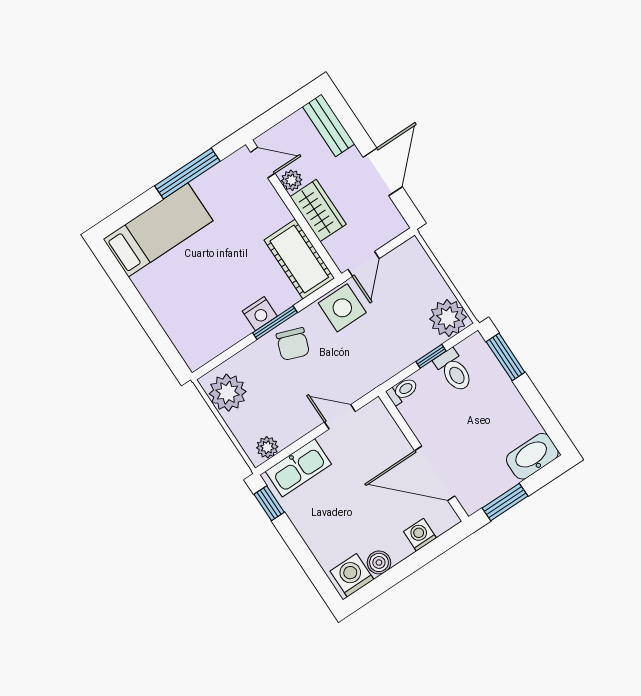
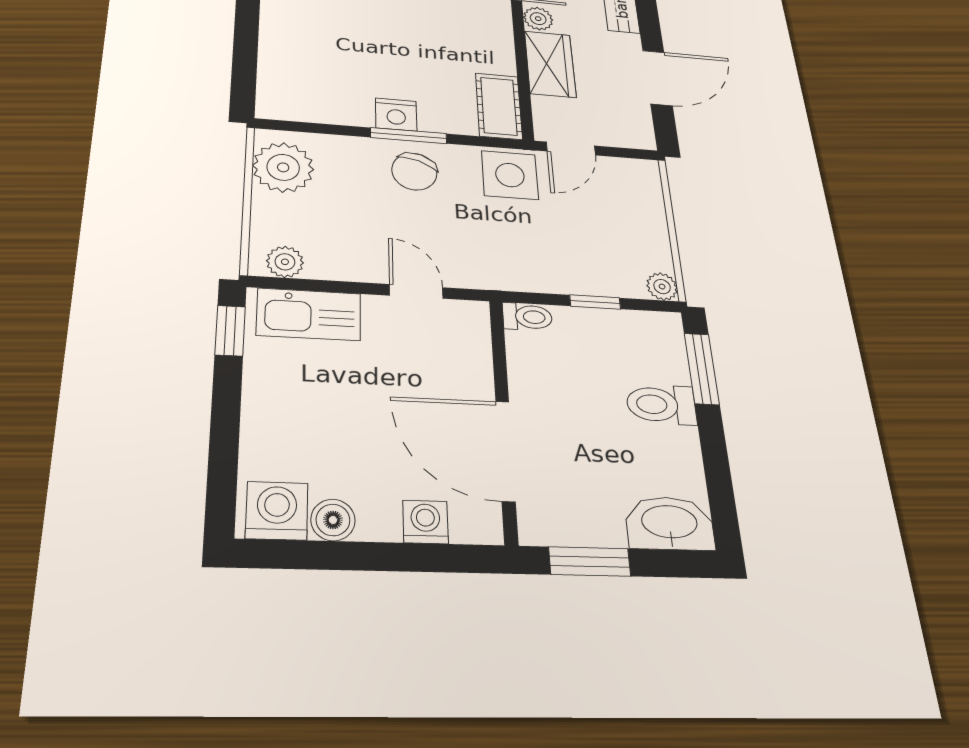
cot: (299, 259) -> (499, 106), width x0.73, depth x0.75
plant: (448, 318) -> (662, 287), width x0.53, depth x0.53
toilet: (454, 371) -> (661, 405), moved, turned 90

